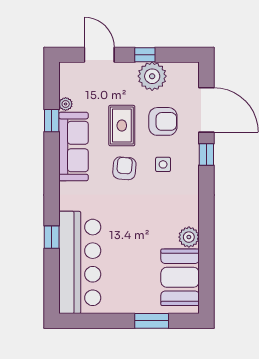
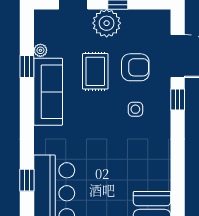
plant: (152, 76) -> (107, 23), moved
armchair: (124, 168) -> (98, 113), removed
plant: (189, 237) -> (161, 180), removed

